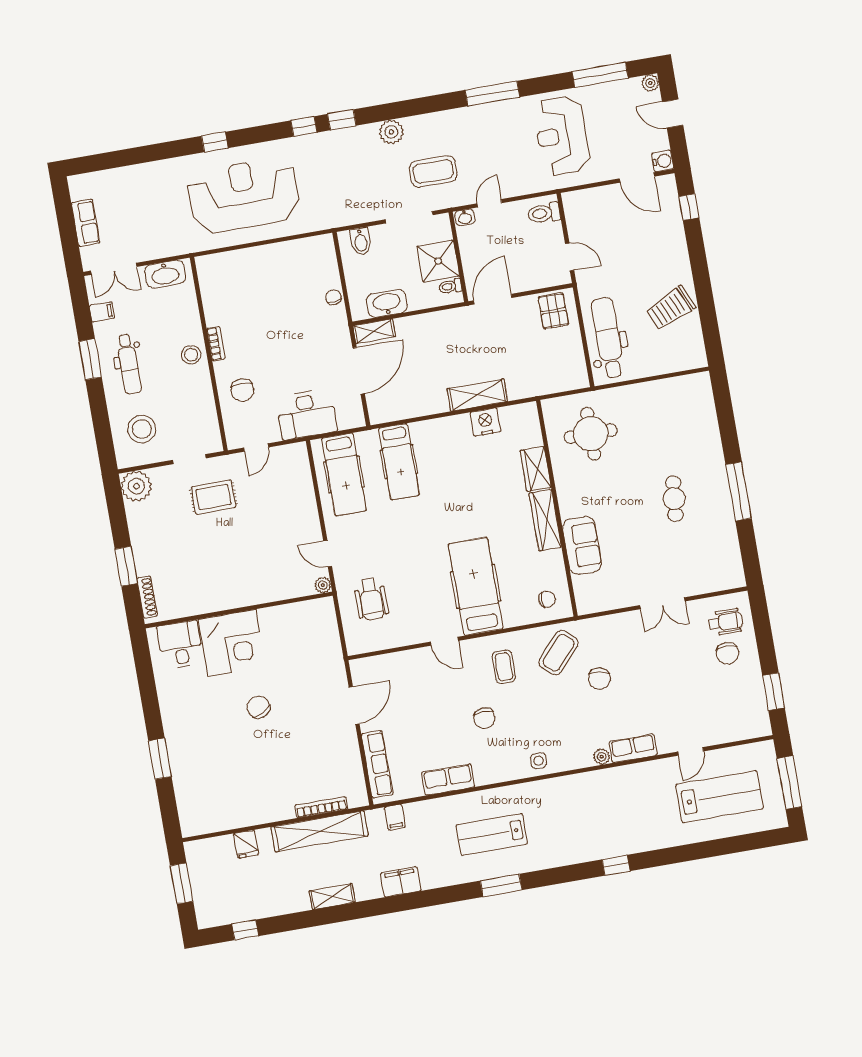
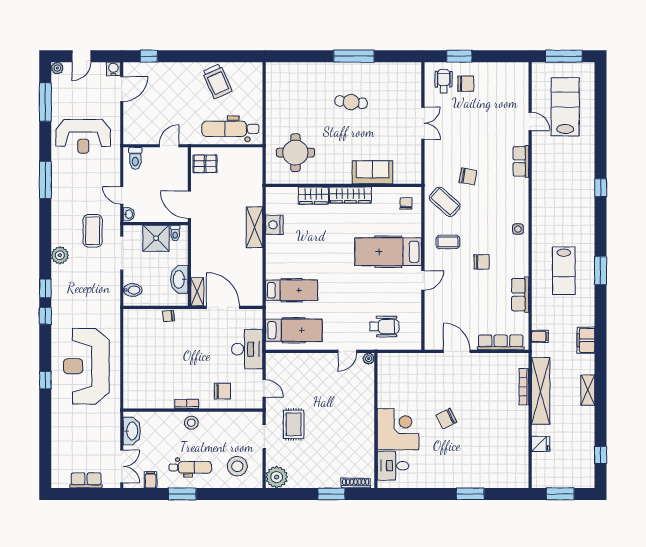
window: (774, 692) -> (459, 56), moved
plant: (602, 757) -> (523, 184), removed

